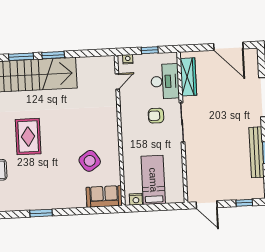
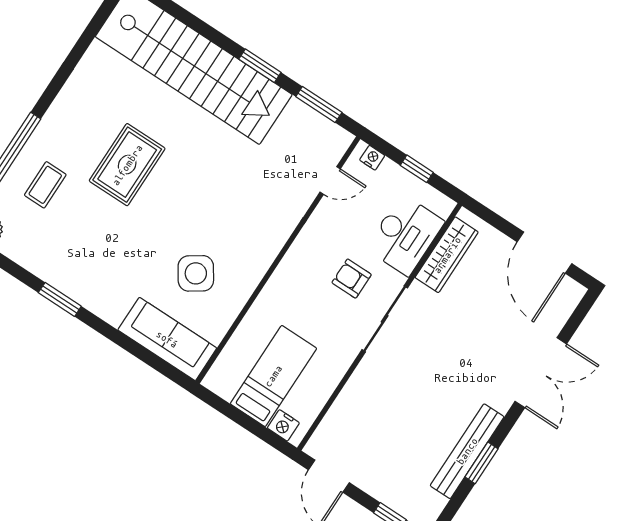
window: (21, 57) -> (319, 104), moved
sofa: (104, 196) -> (167, 339), width x1.36
nightstand: (136, 199) -> (283, 425), moved

